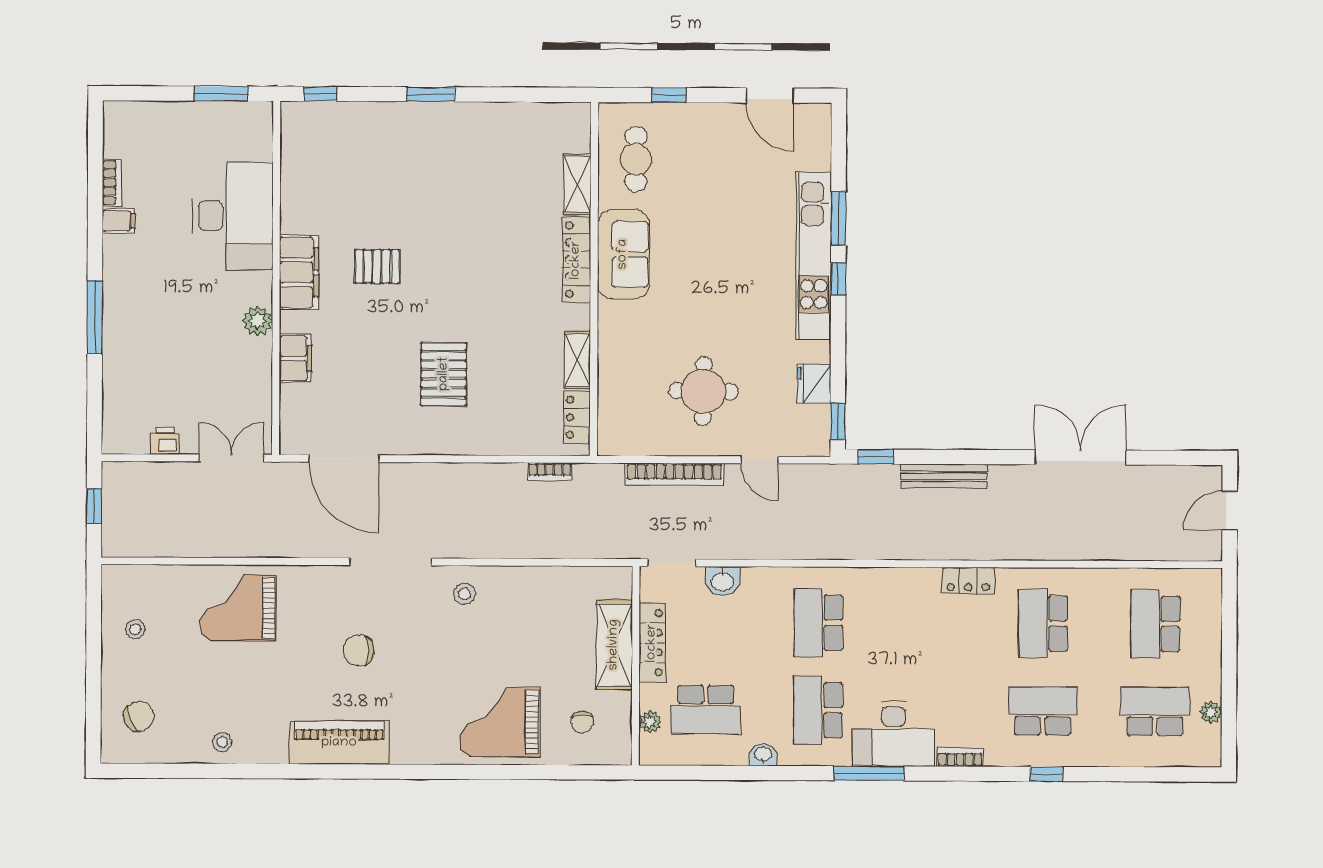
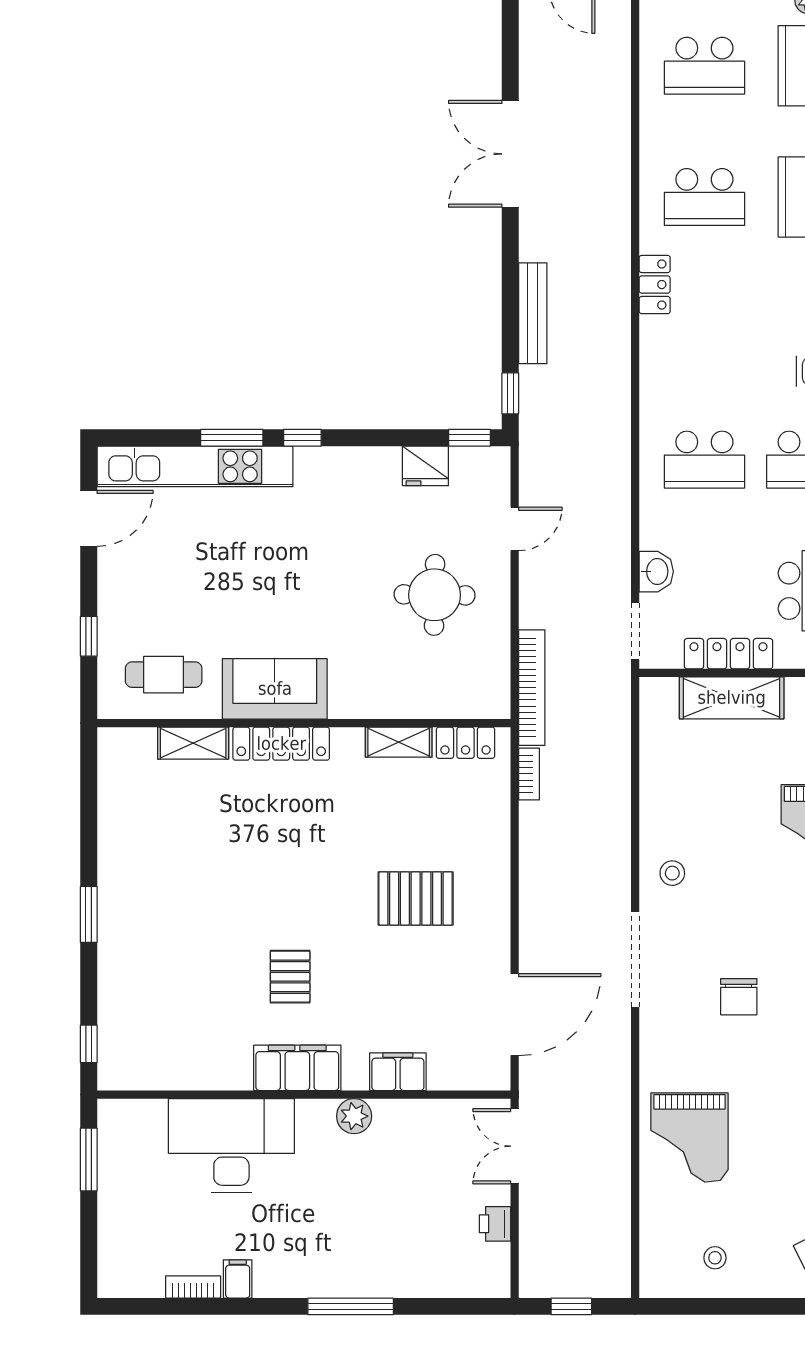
kitchen unit: (814, 256) -> (195, 466), moved
bookcase: (674, 474) -> (532, 688), moved

